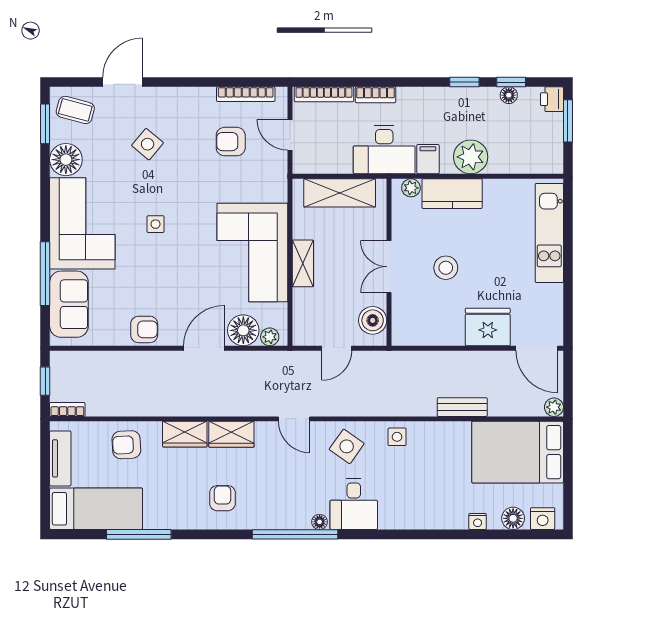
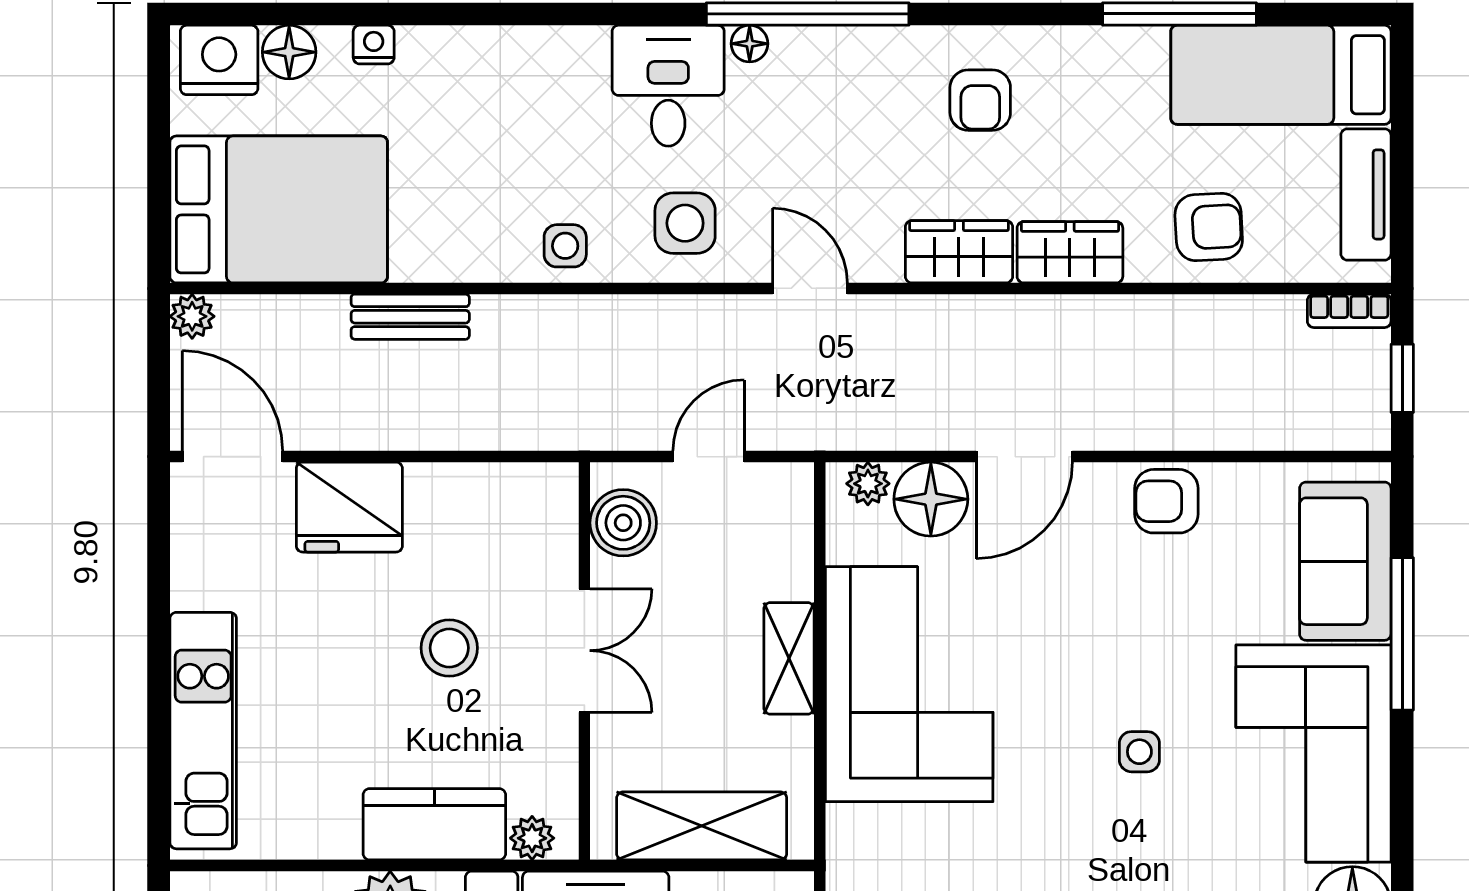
side table: (347, 446) -> (685, 223), turned -35
nightstand: (543, 519) -> (219, 60), width x1.36, depth x1.33

